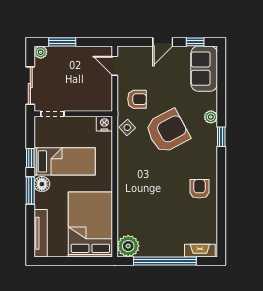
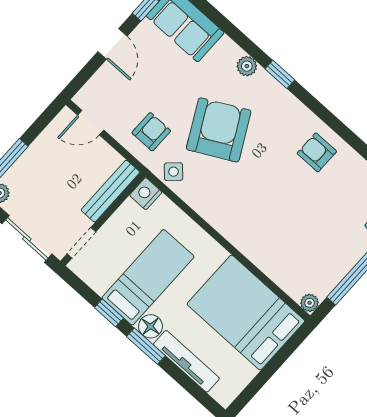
bench: (90, 105) -> (110, 191), added
tv unit: (41, 233) -> (186, 361), moved
plant: (128, 246) -> (310, 303), width x0.53, depth x0.53

